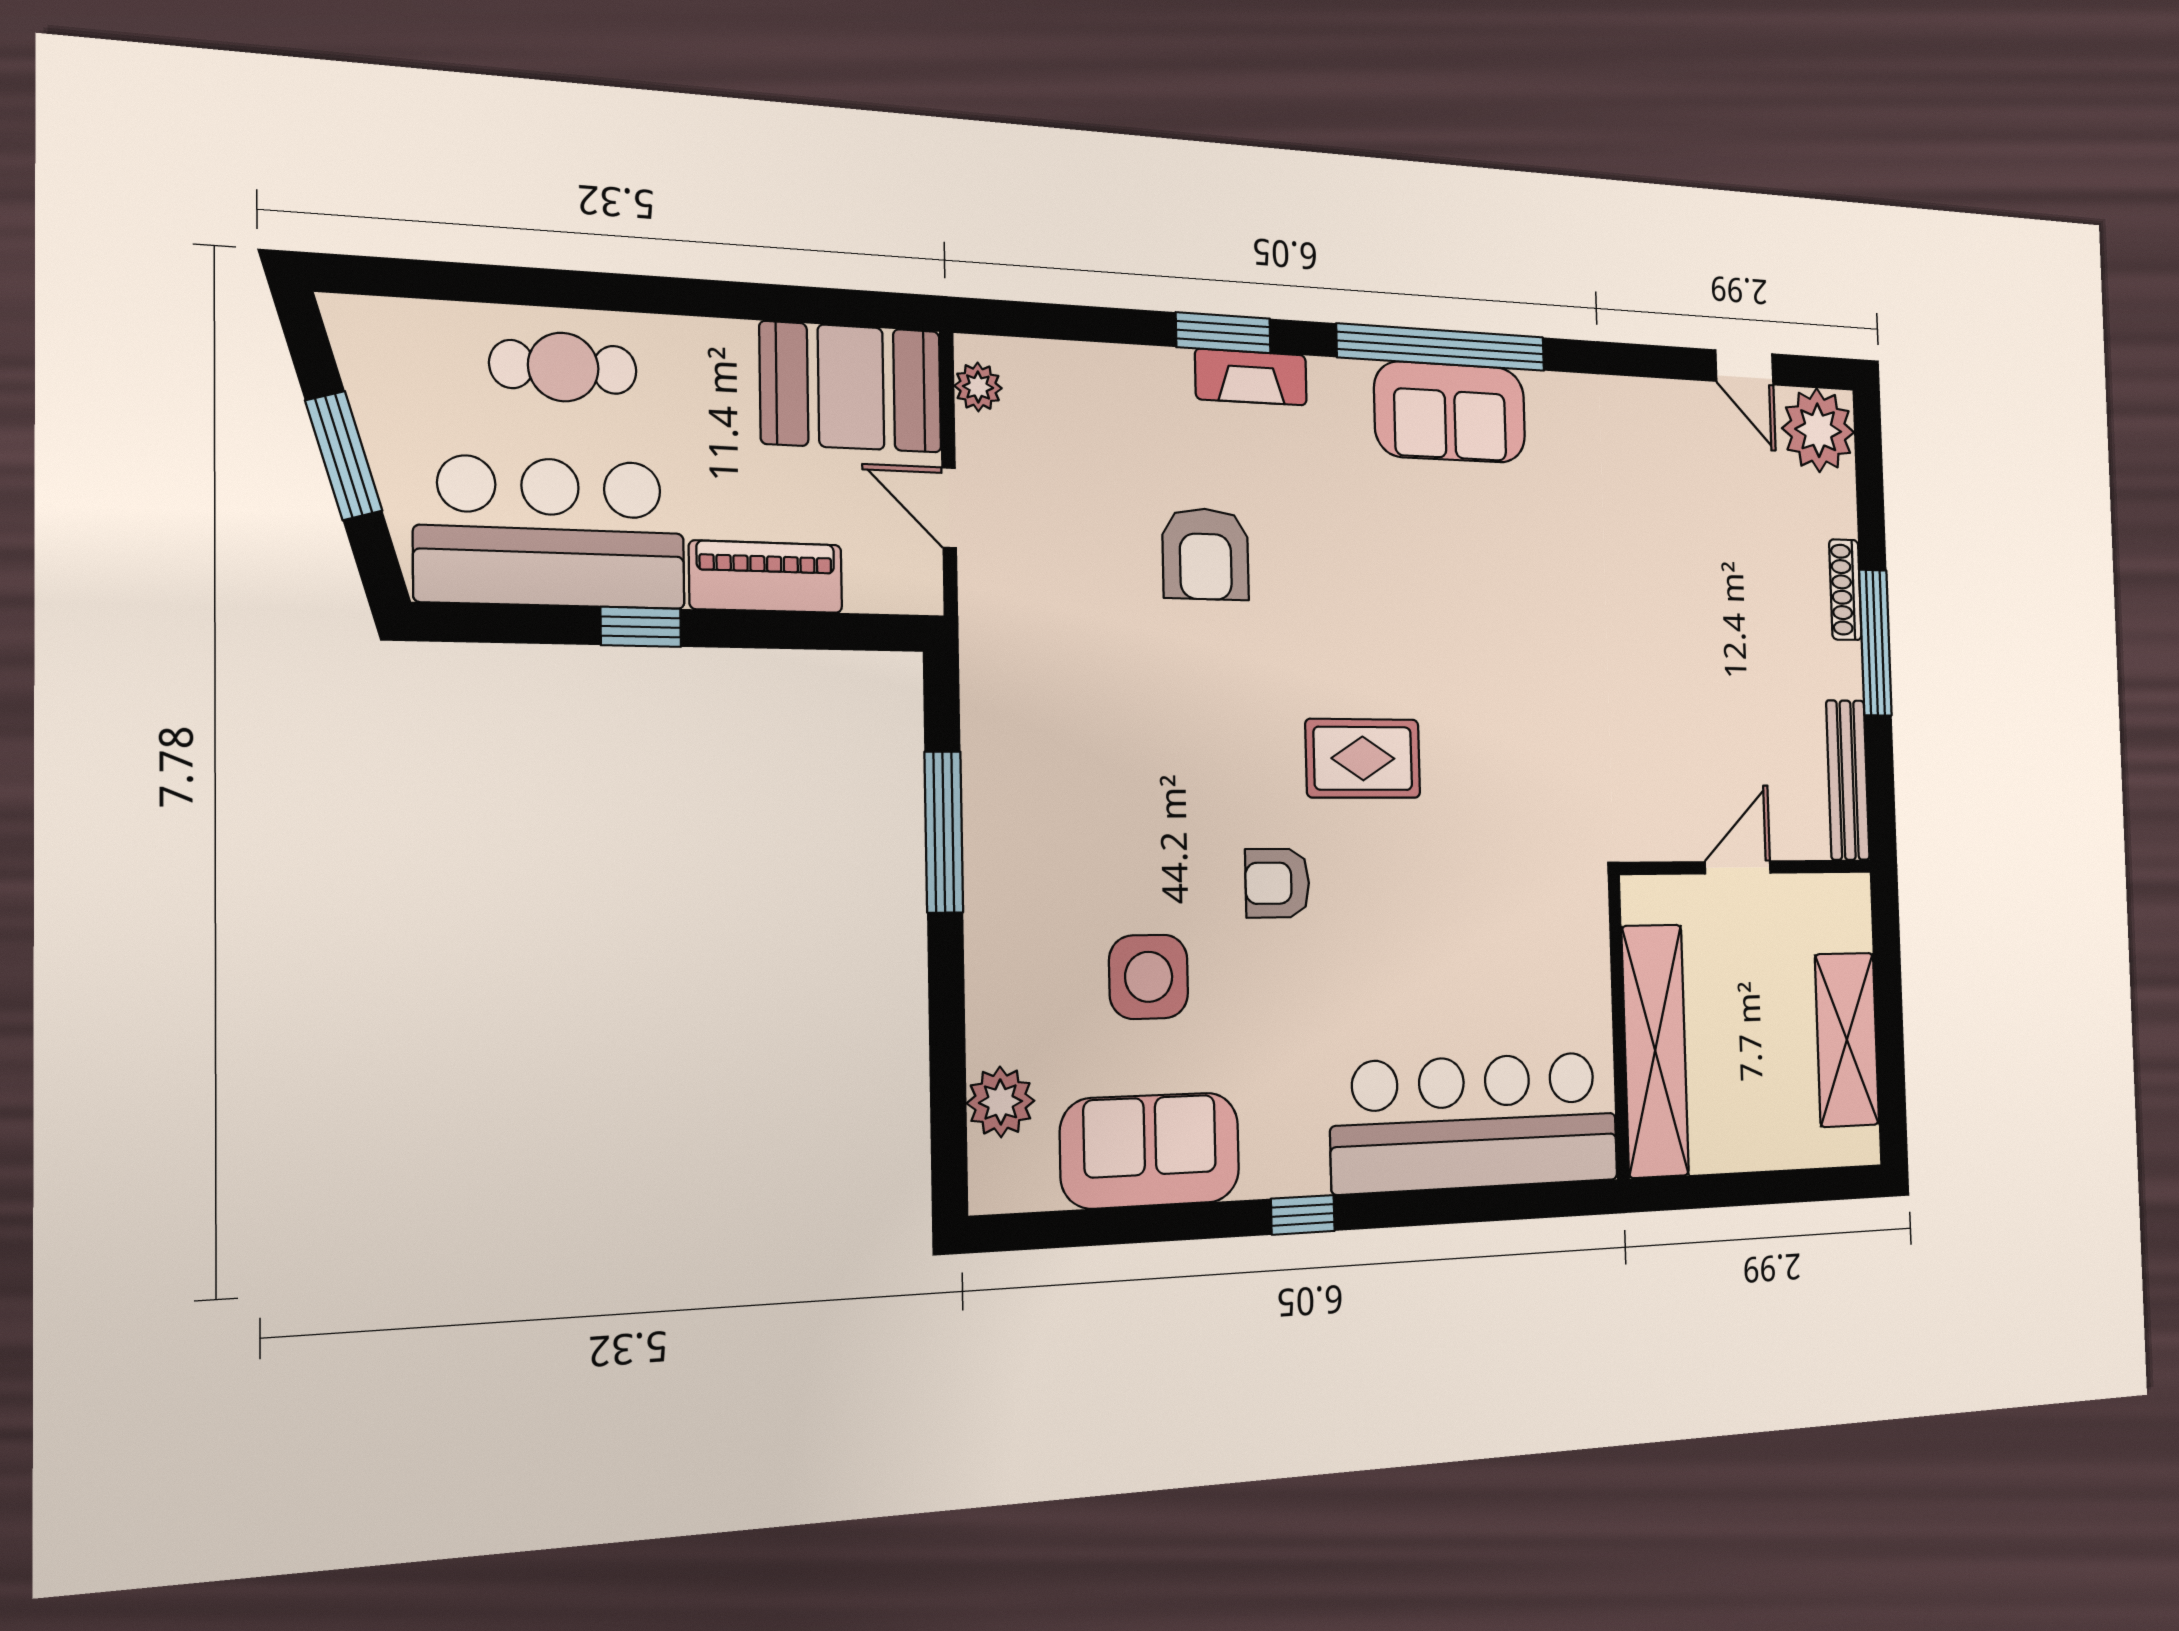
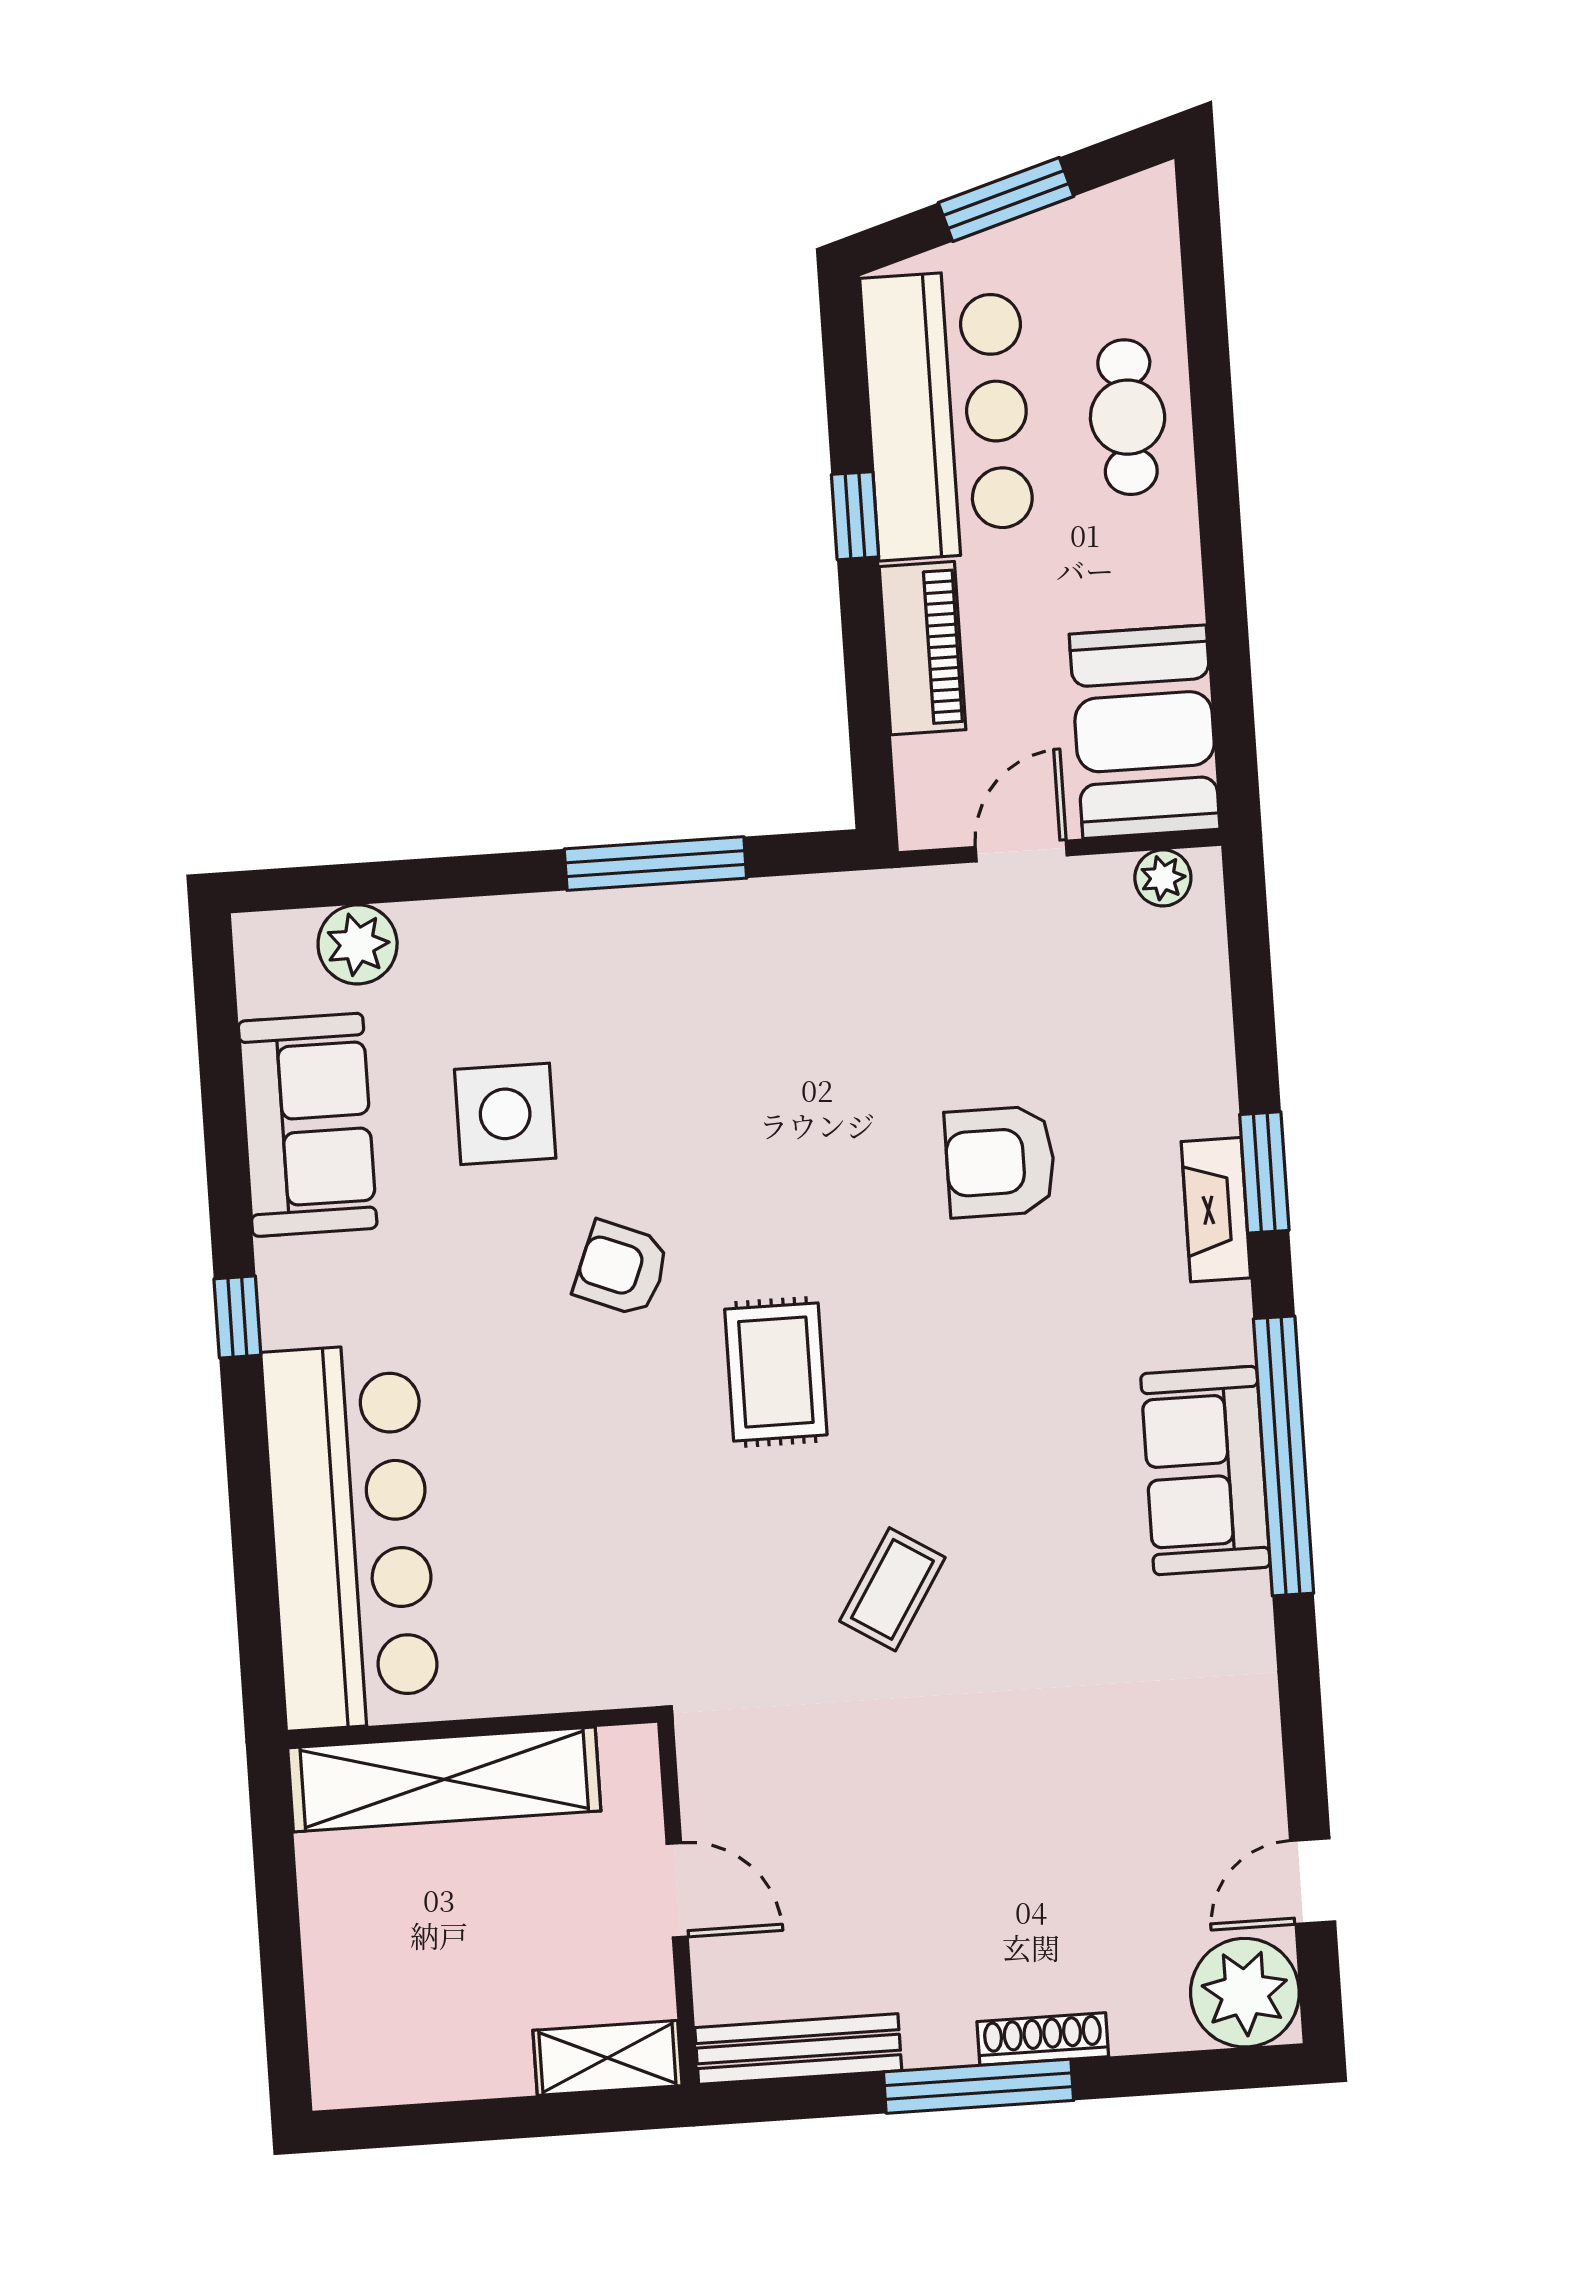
coffee table: (1529, 676) -> (892, 1589), added
armchair: (1277, 883) -> (622, 1269), turned -68
shelving: (1847, 1040) -> (607, 2058), moved, width x0.67, depth x0.75

